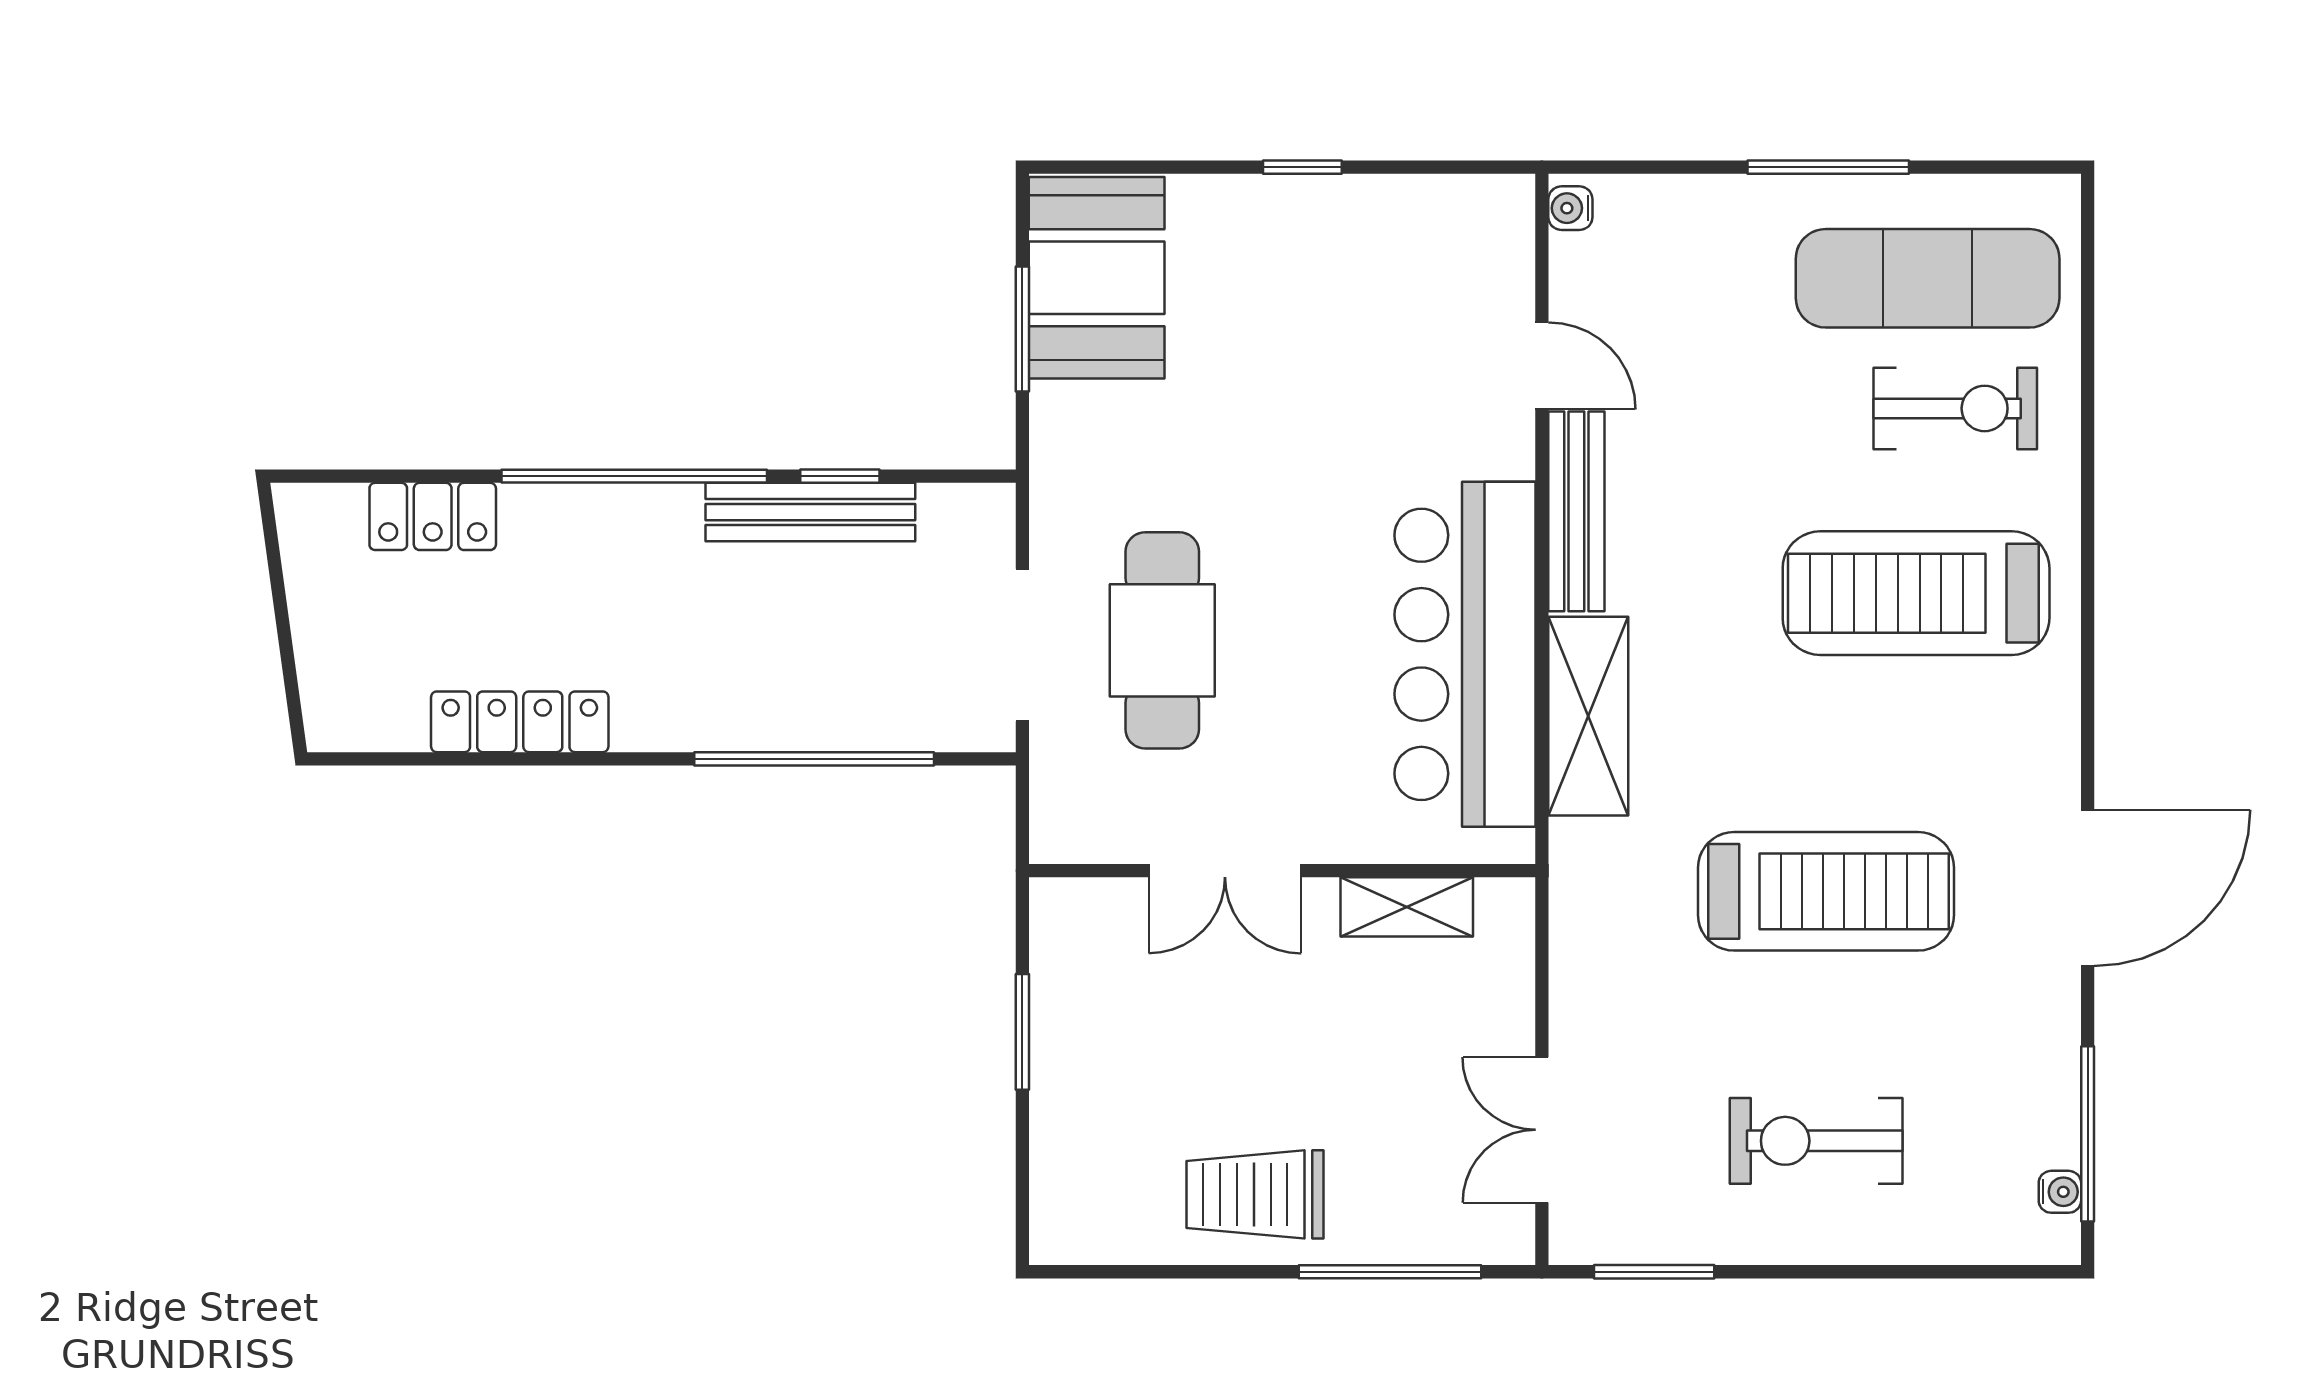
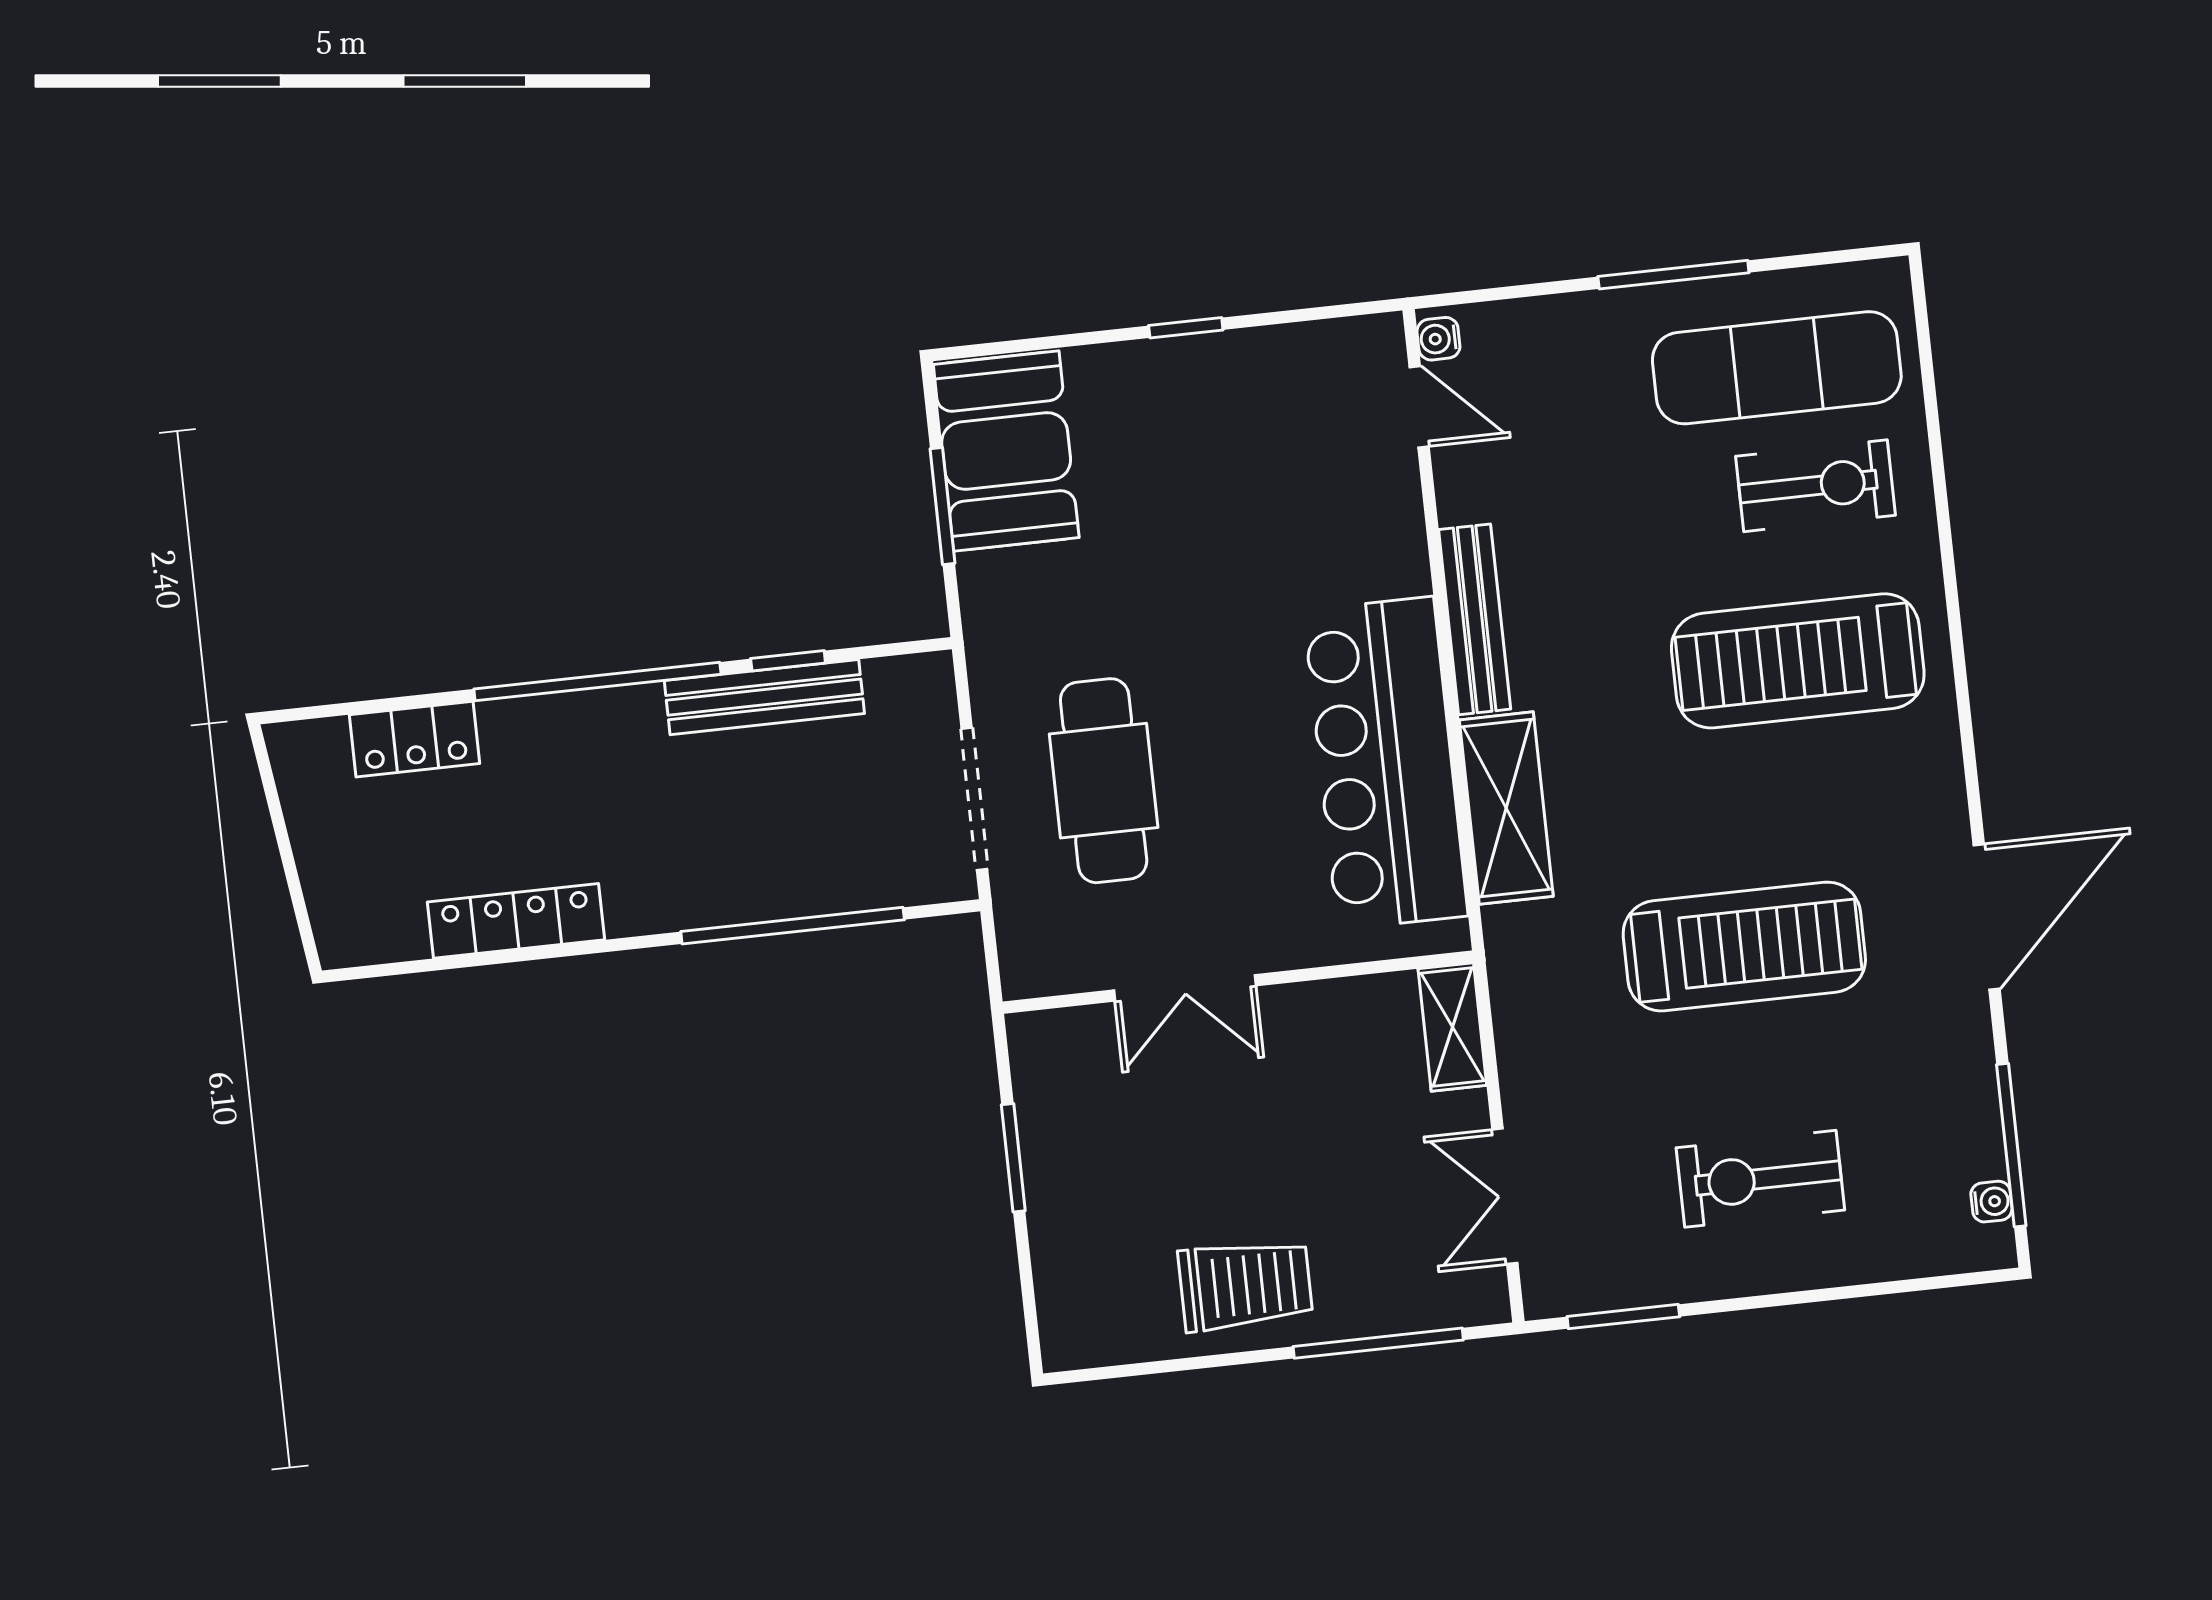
door: (1542, 366) -> (1419, 407), moved
shelving: (1407, 907) -> (1452, 1027), moved, turned 90
trolley: (1255, 1194) -> (1245, 1285), turned 180

